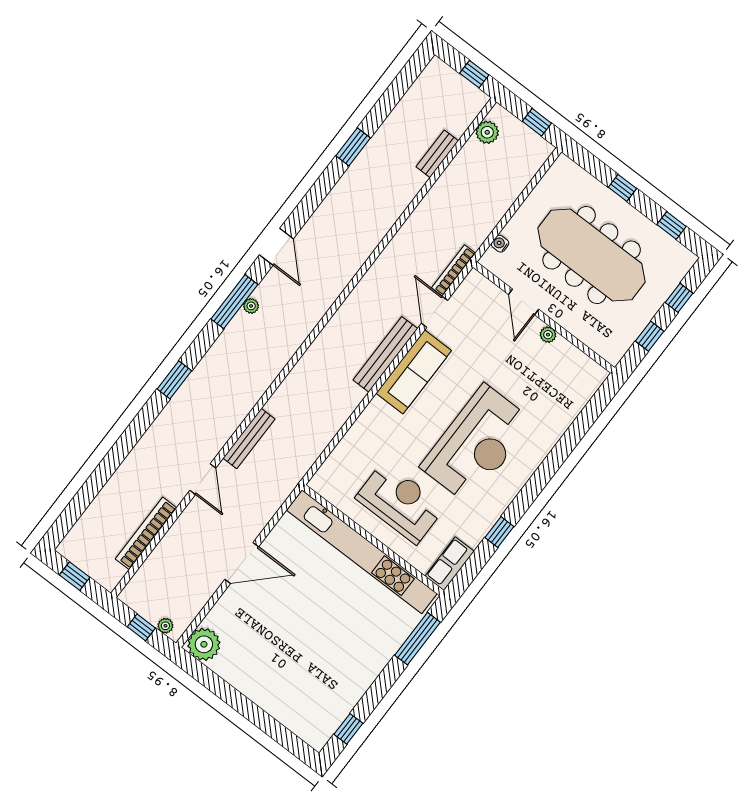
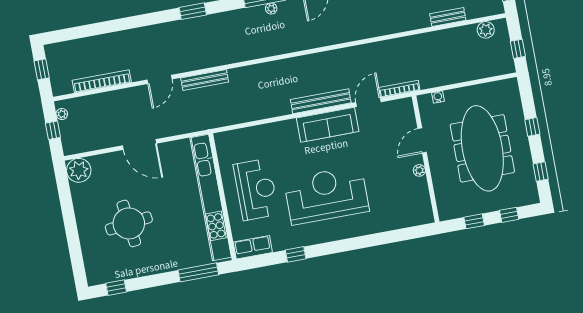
reception desk: (477, 444) -> (327, 195), turned 180
plant: (165, 626) -> (62, 114), moved
round table: (303, 652) -> (129, 223), added

